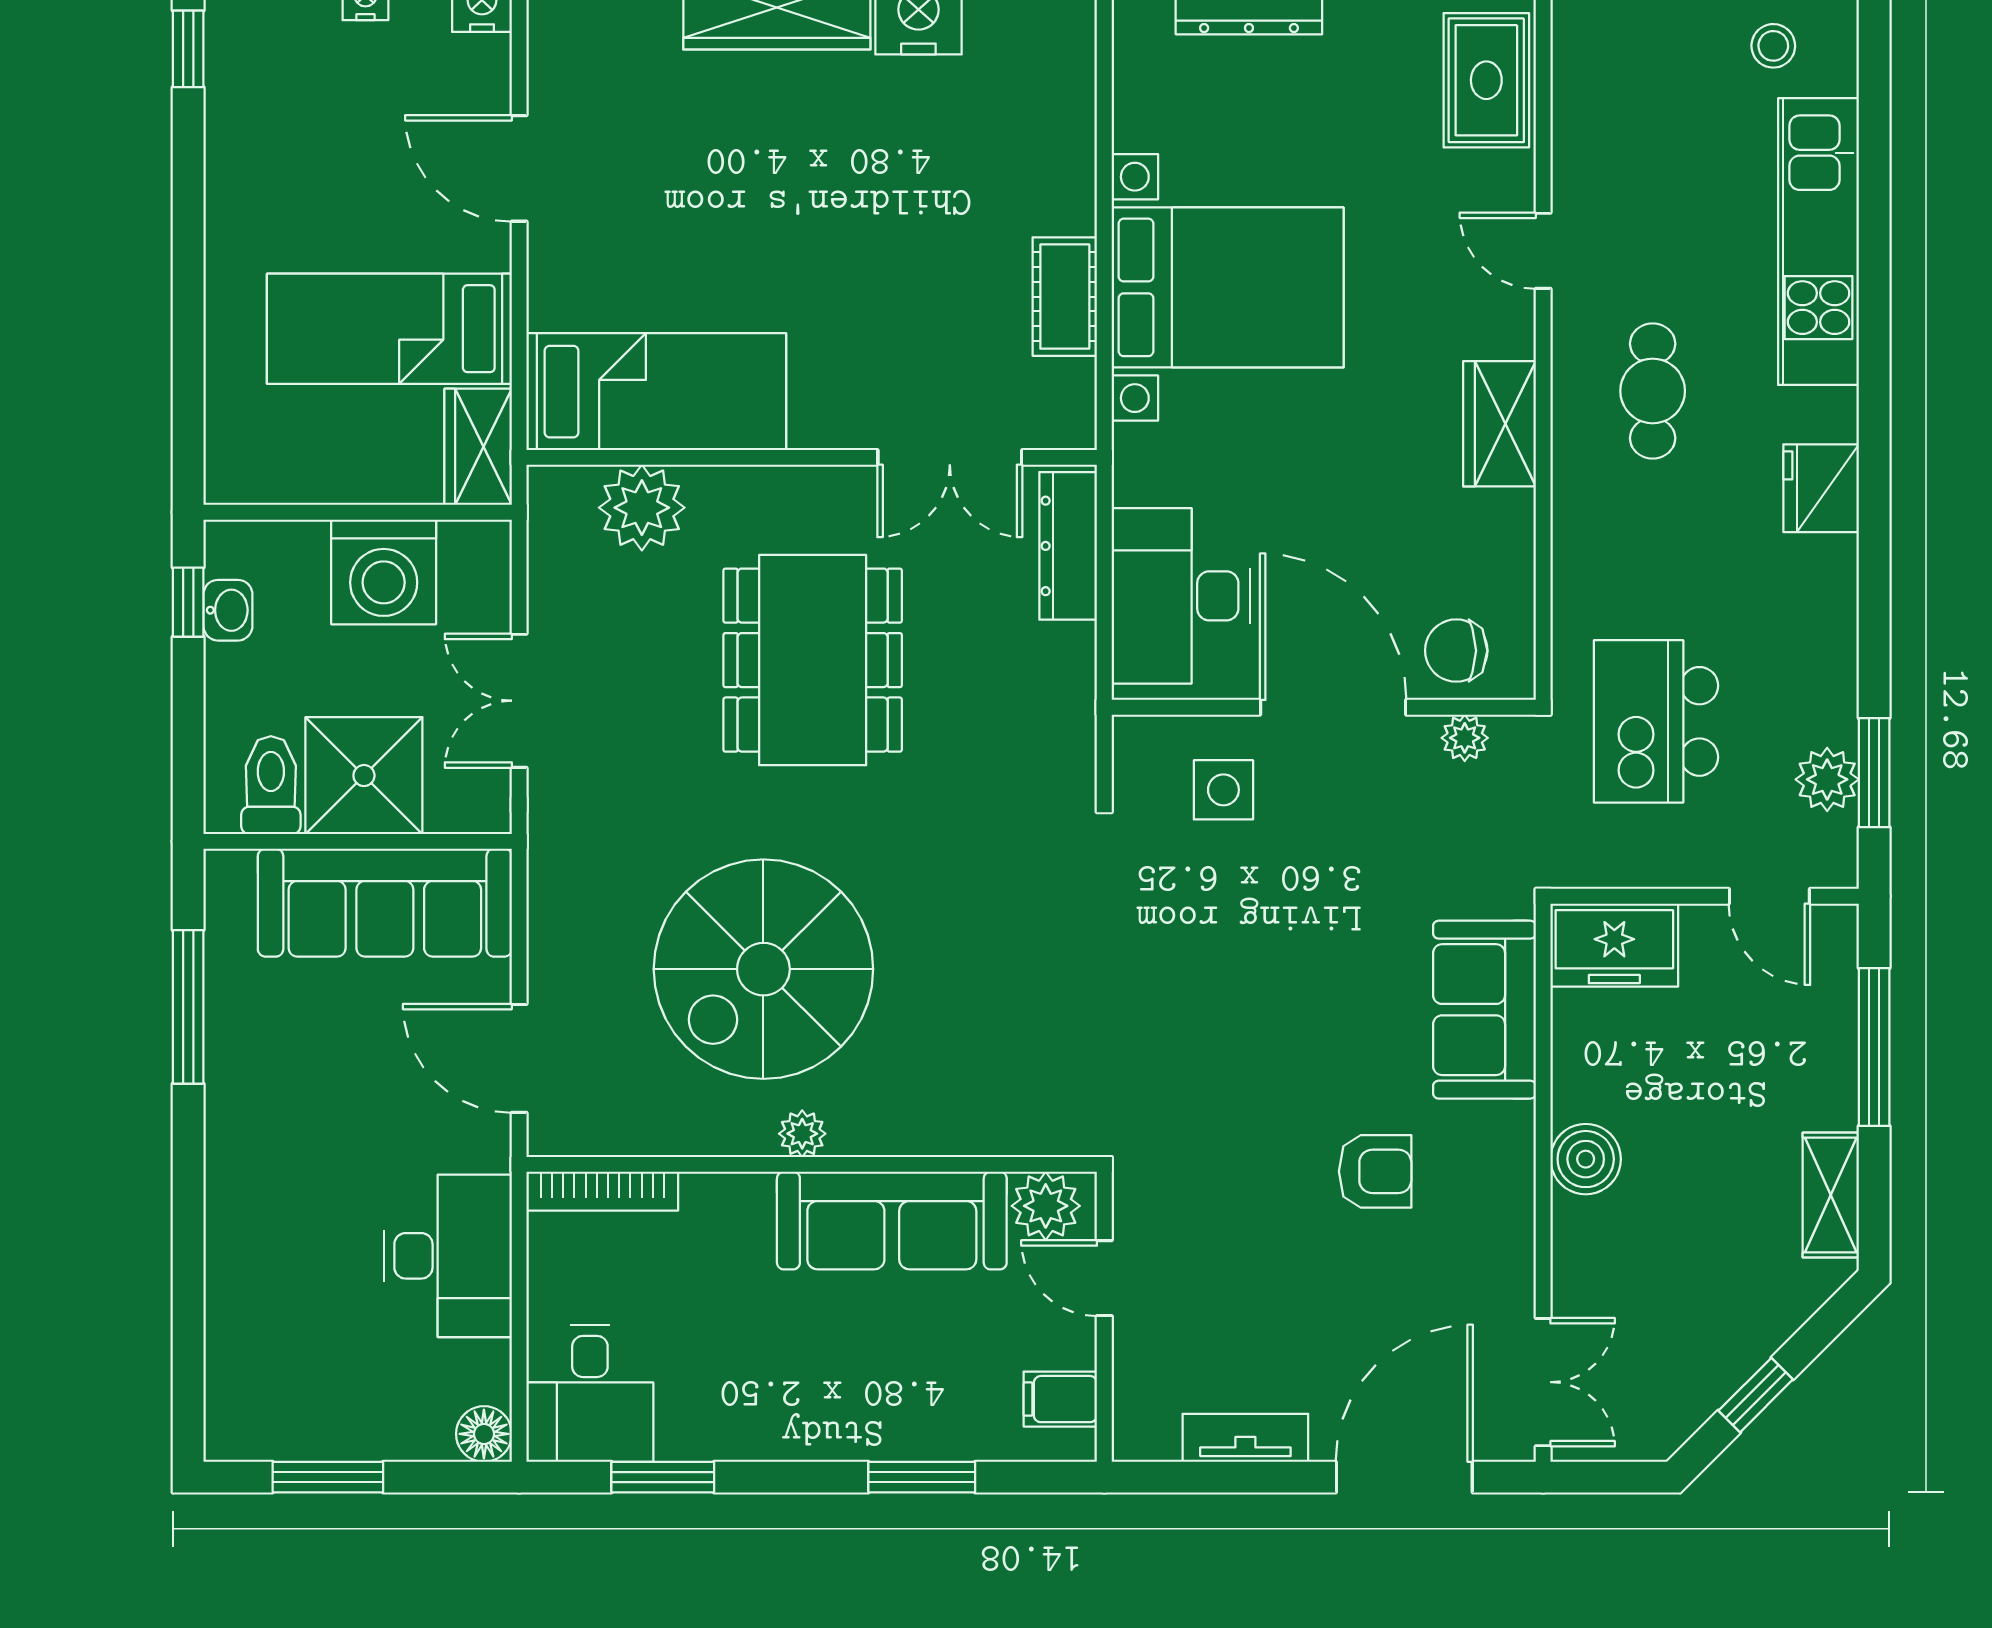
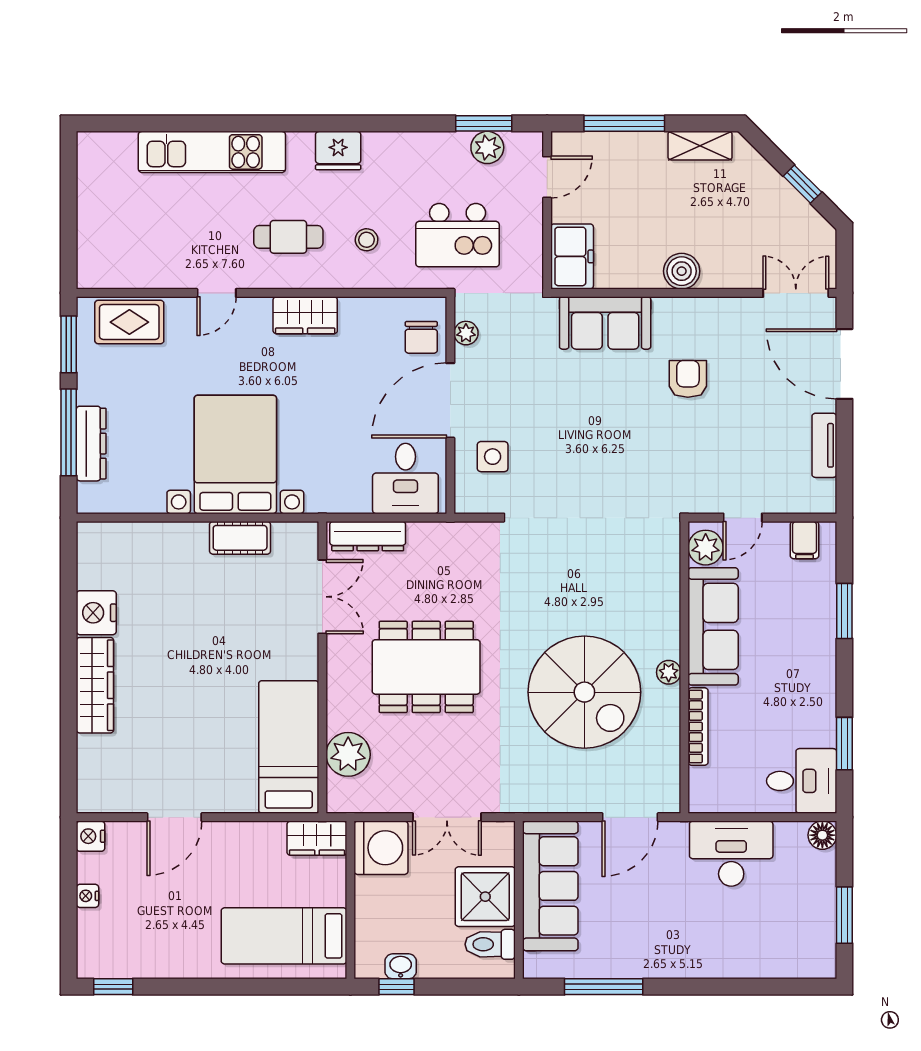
stool: (1773, 46) -> (367, 240), moved
bed: (389, 329) -> (284, 936), moved, turned 90
washing machine: (384, 572) -> (381, 848), moved
desk: (1181, 596) -> (405, 479), width x0.73
bookcase: (602, 1191) -> (698, 727), moved

